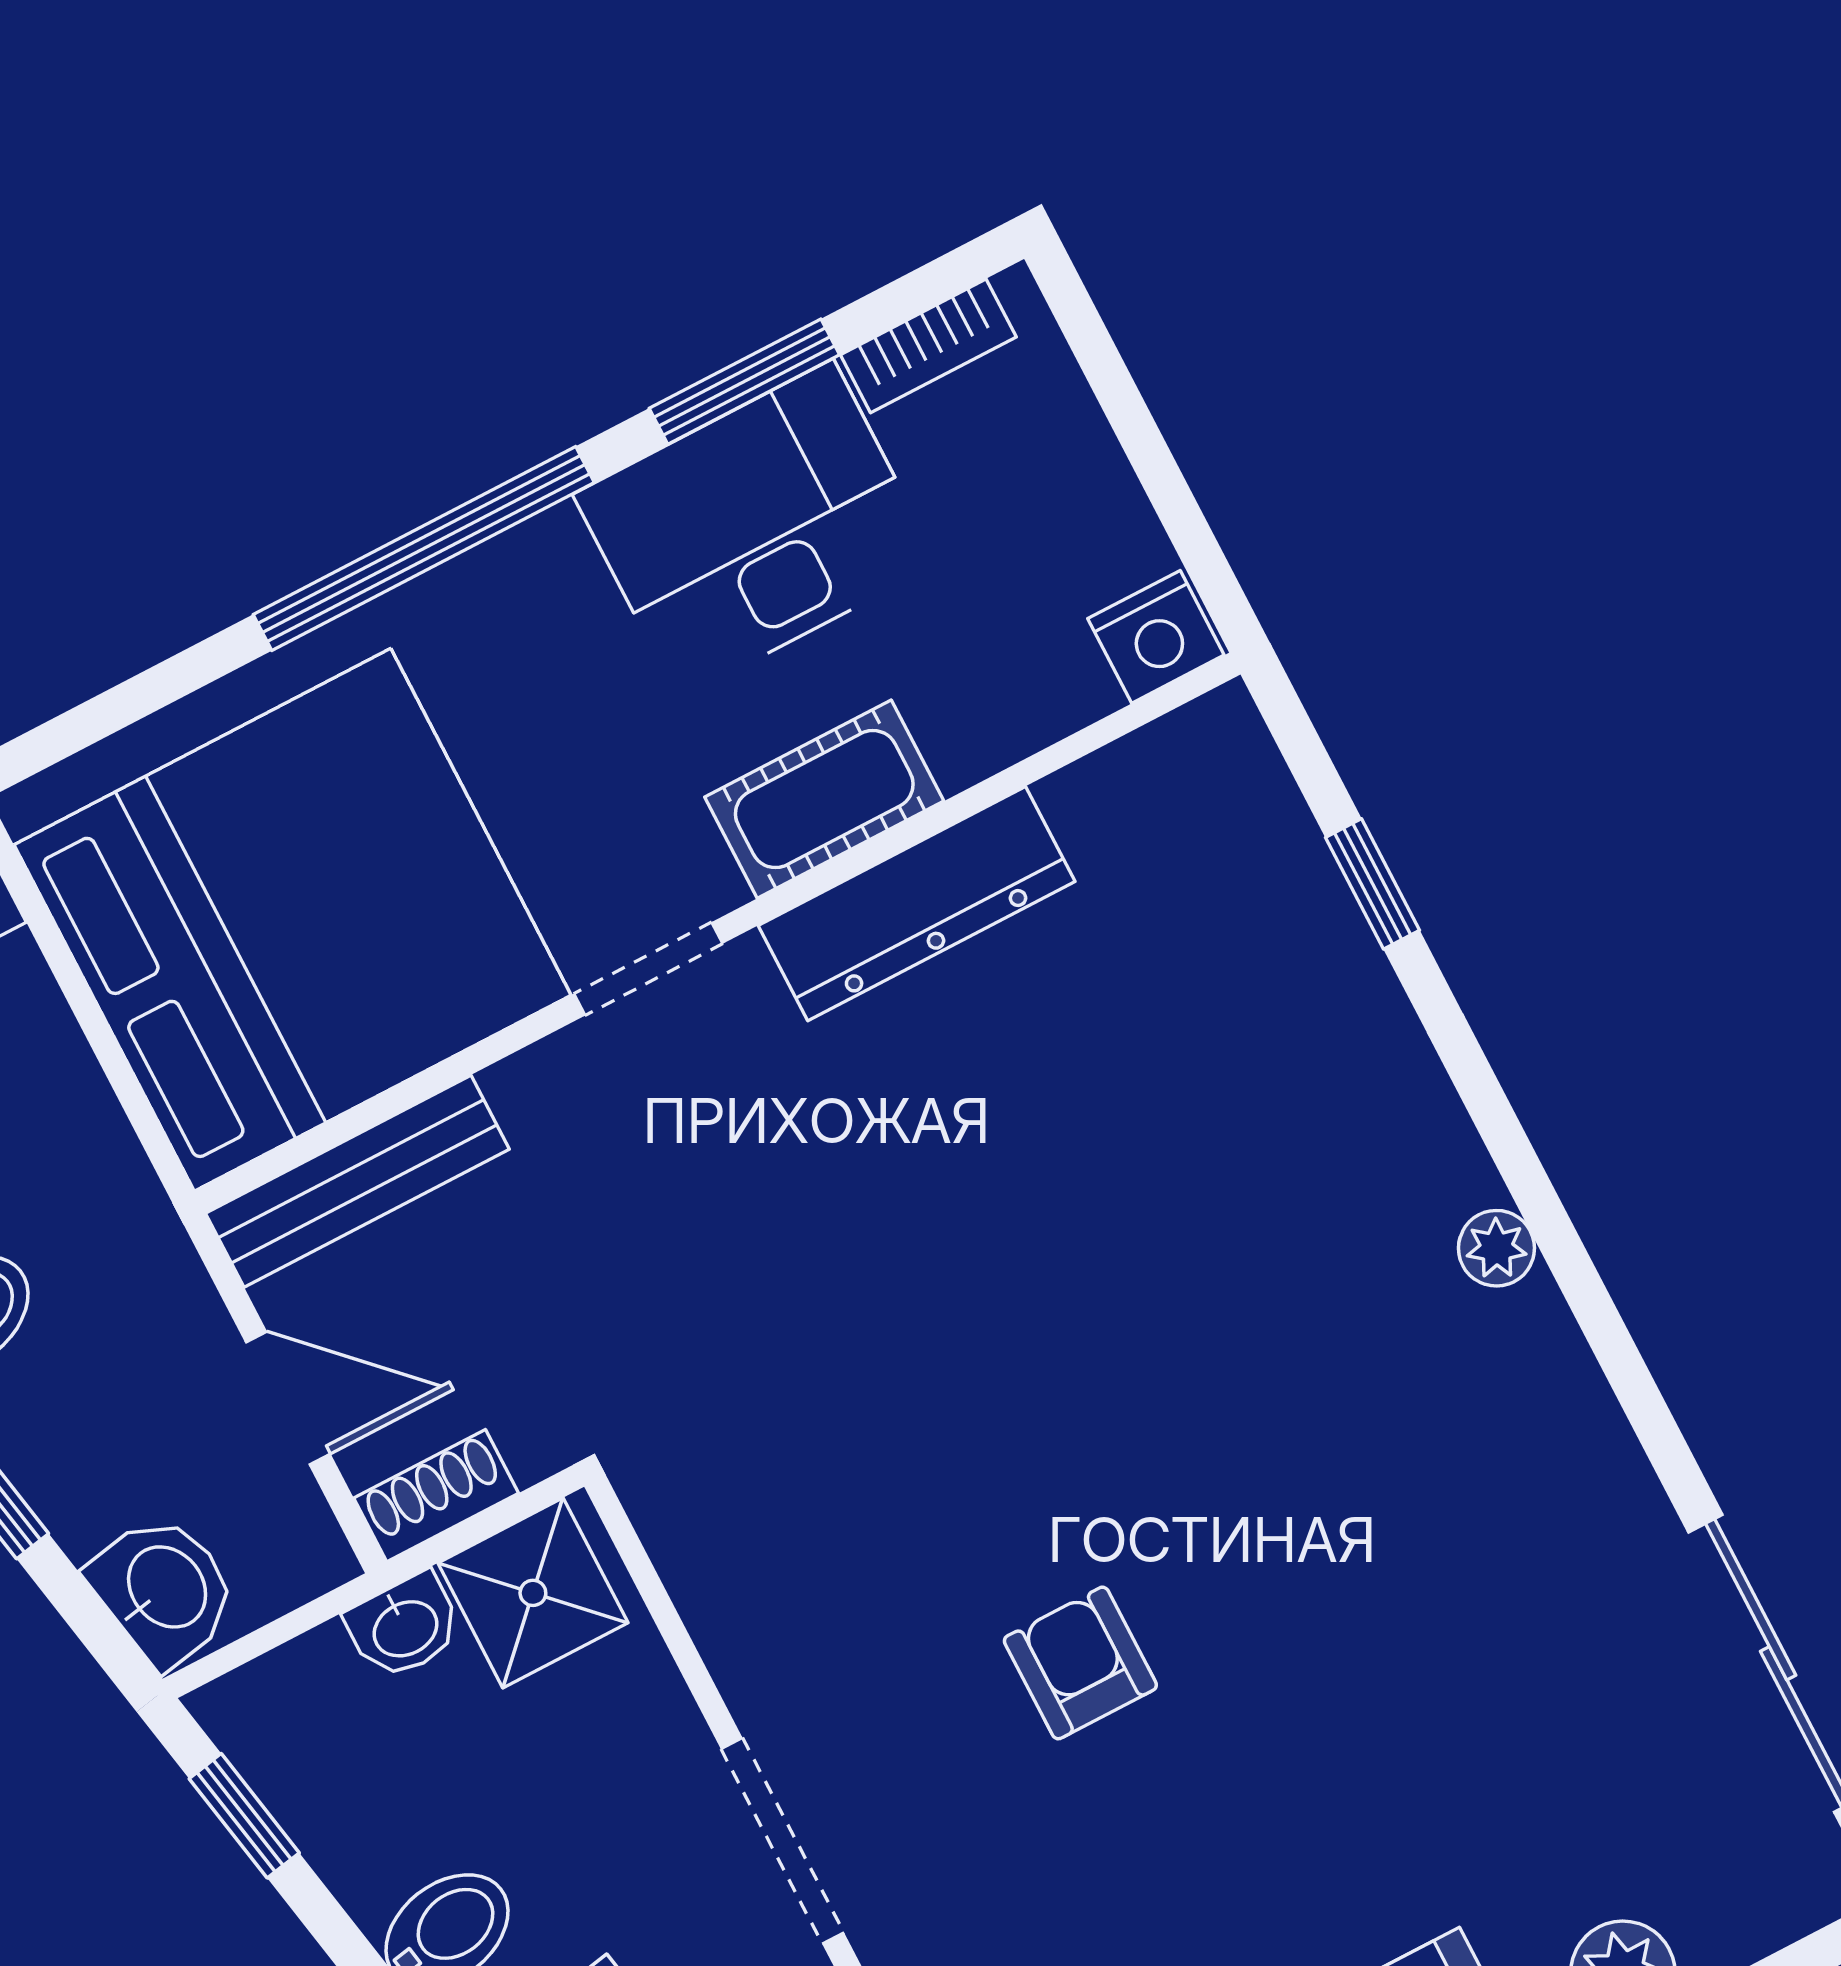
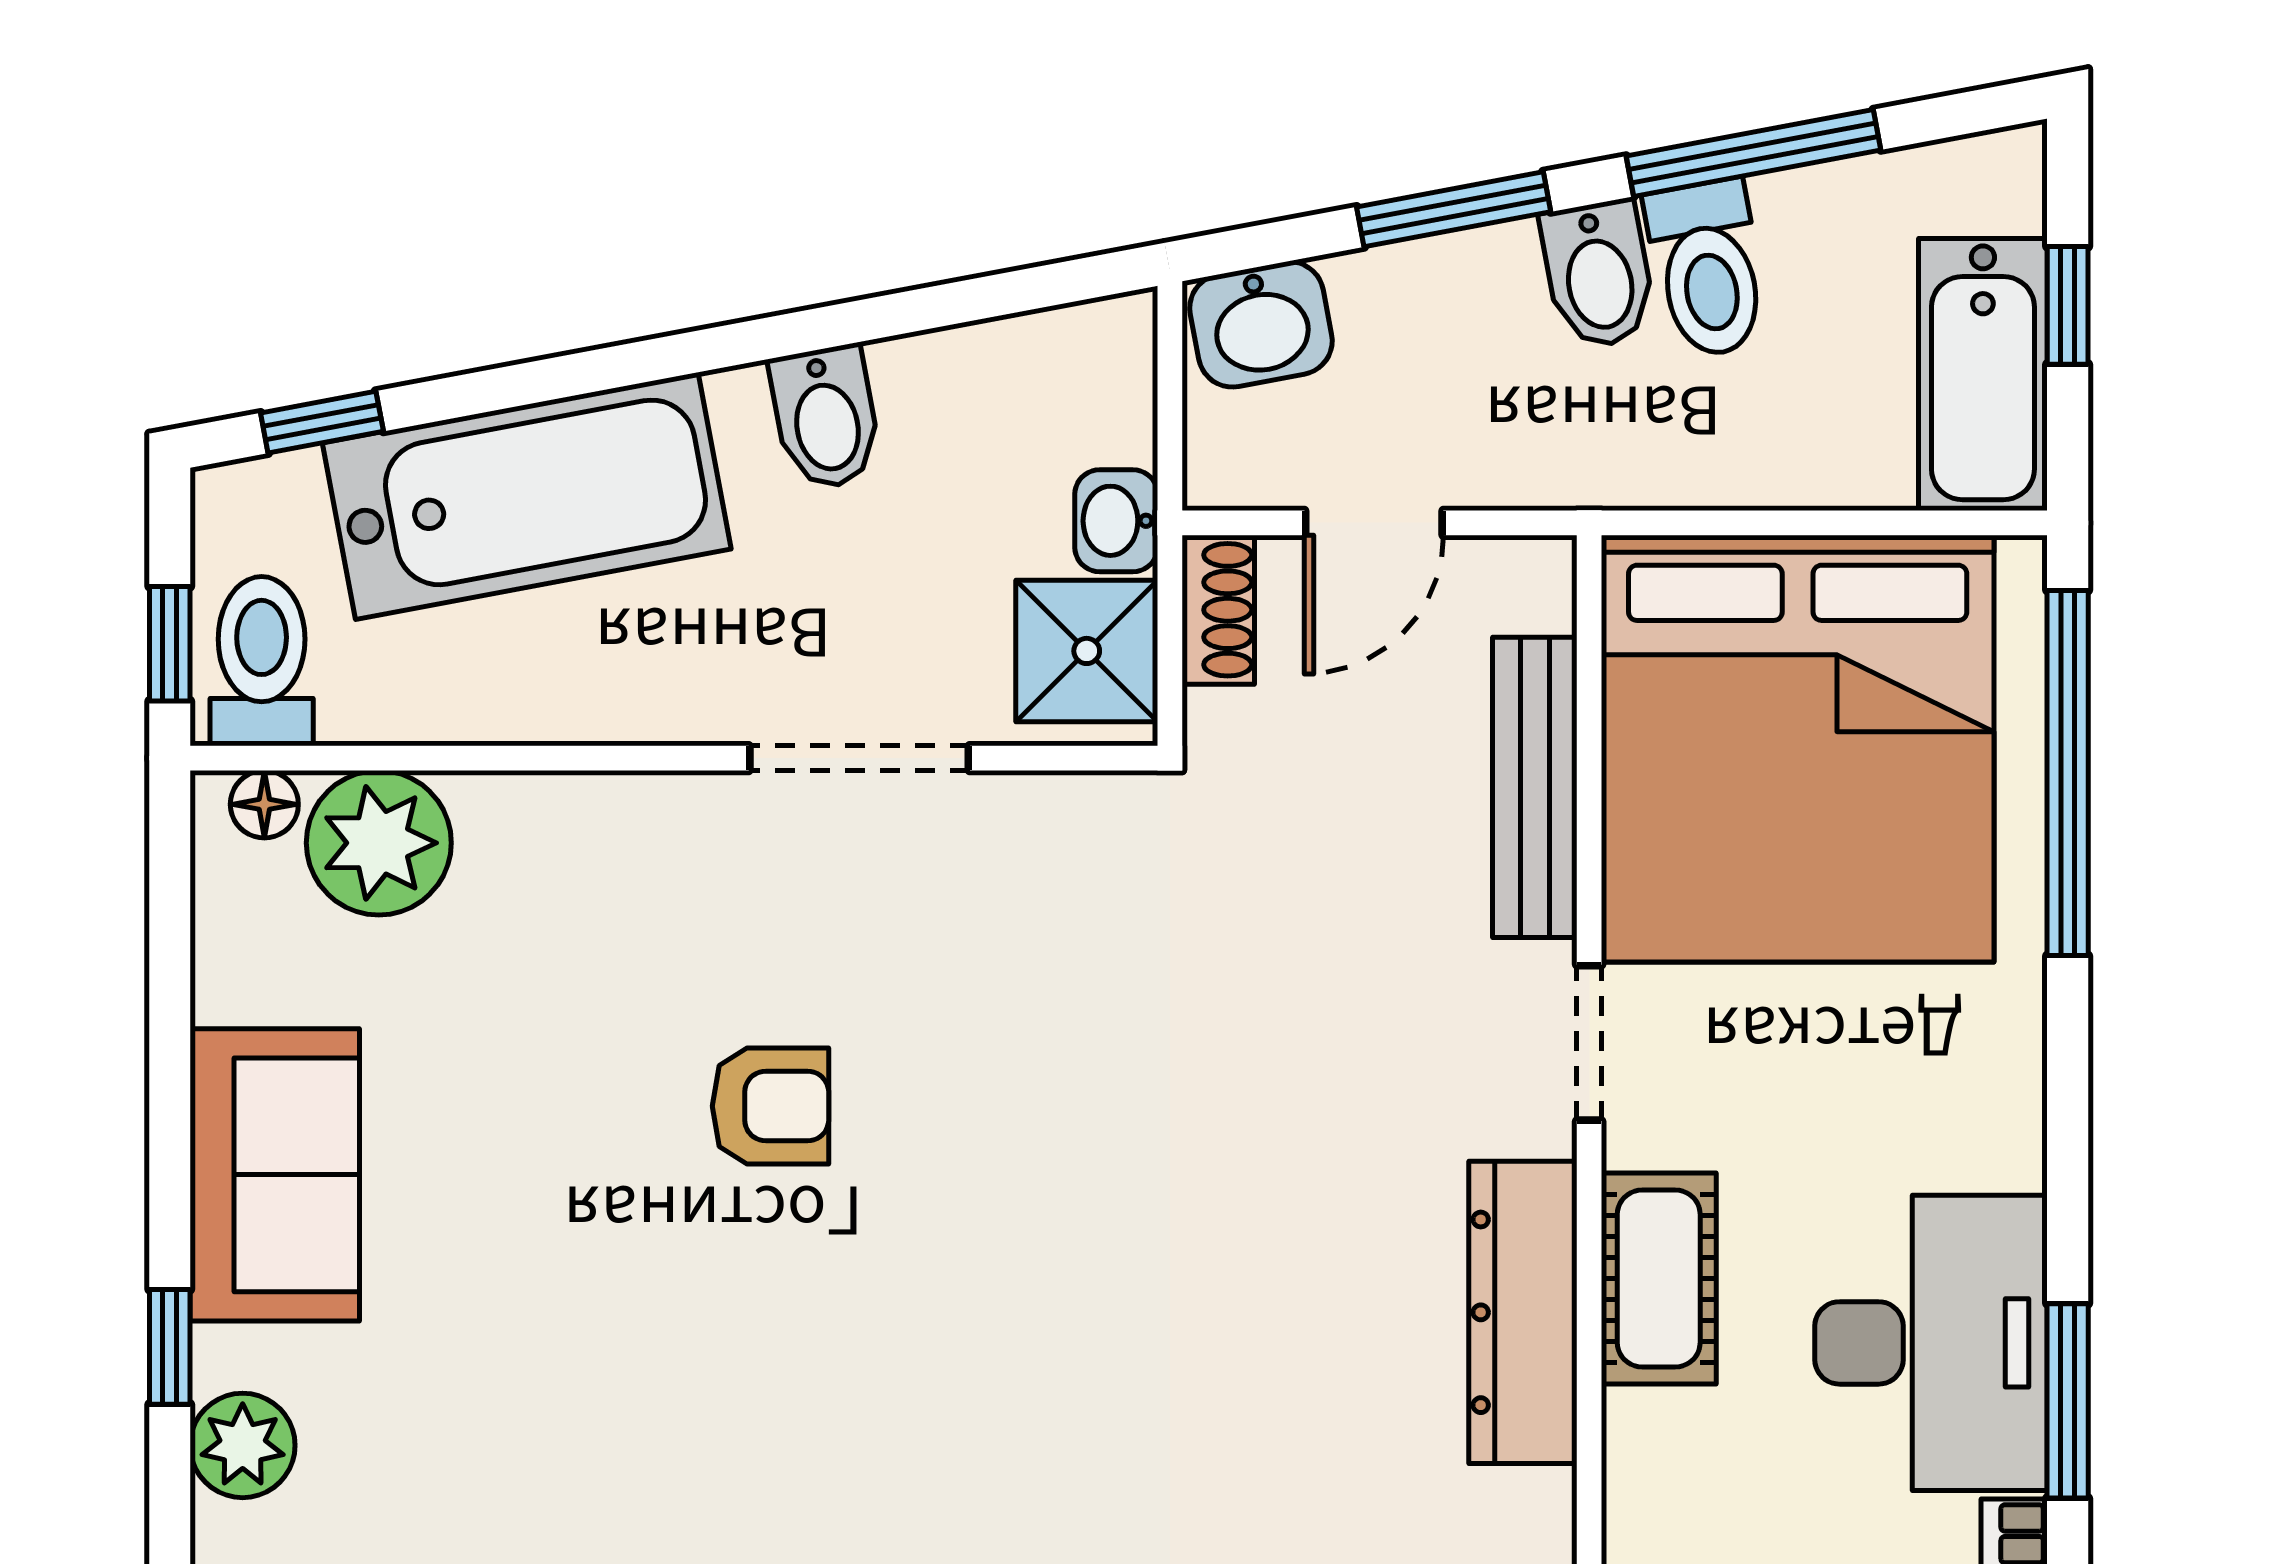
window: (424, 548) -> (2068, 773), moved
bench: (357, 1181) -> (1535, 787), moved
window: (244, 1816) -> (1022, 290), removed
doorway: (782, 1841) -> (859, 758), moved

